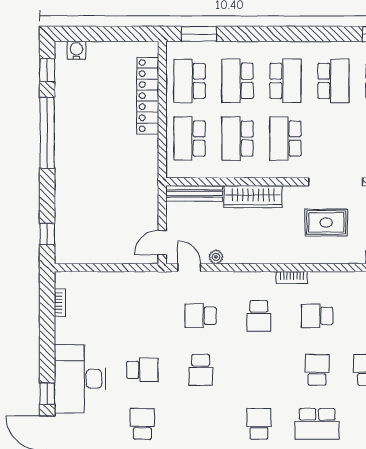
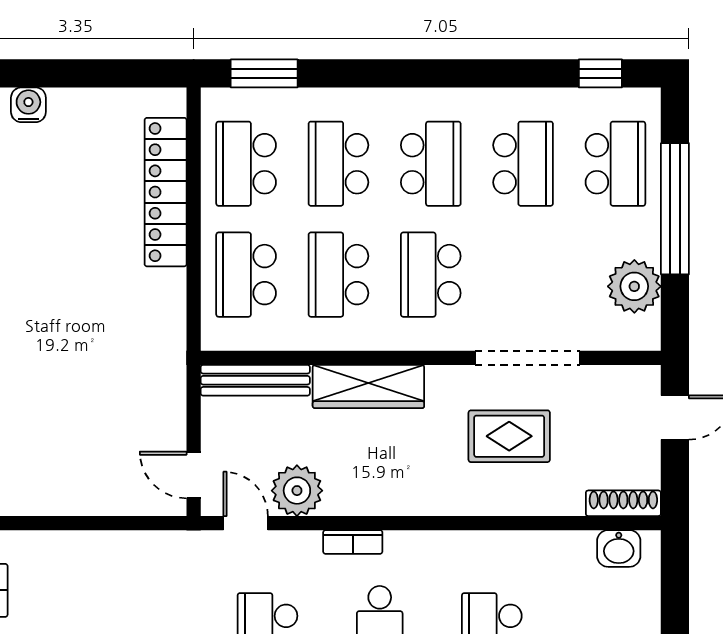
door: (162, 243) -> (194, 475), hinge flipped
plant: (216, 257) -> (297, 491), width x1.88, depth x1.88
bookcase: (292, 277) -> (353, 542), moved

